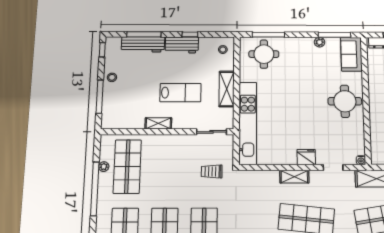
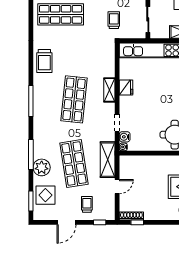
fridge: (306, 157) -> (126, 88), moved
water cooler: (349, 159) -> (125, 137), added

